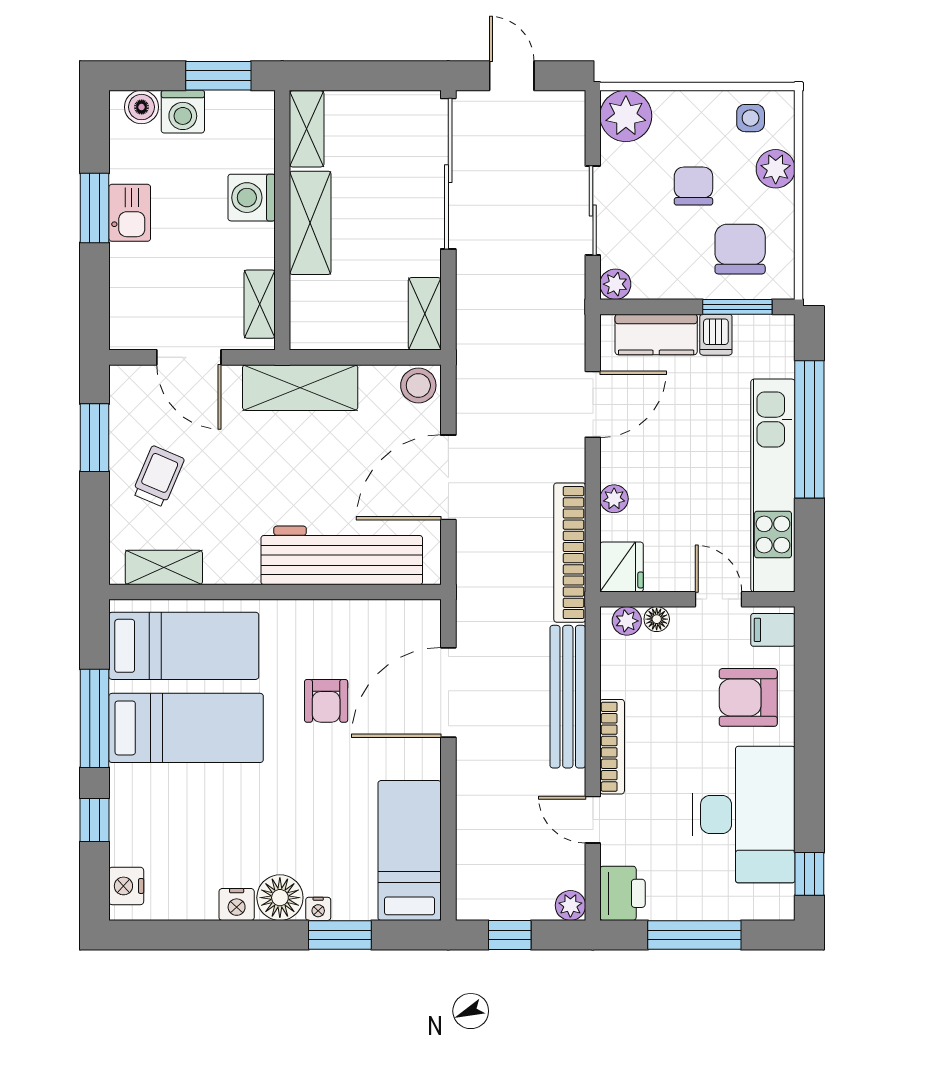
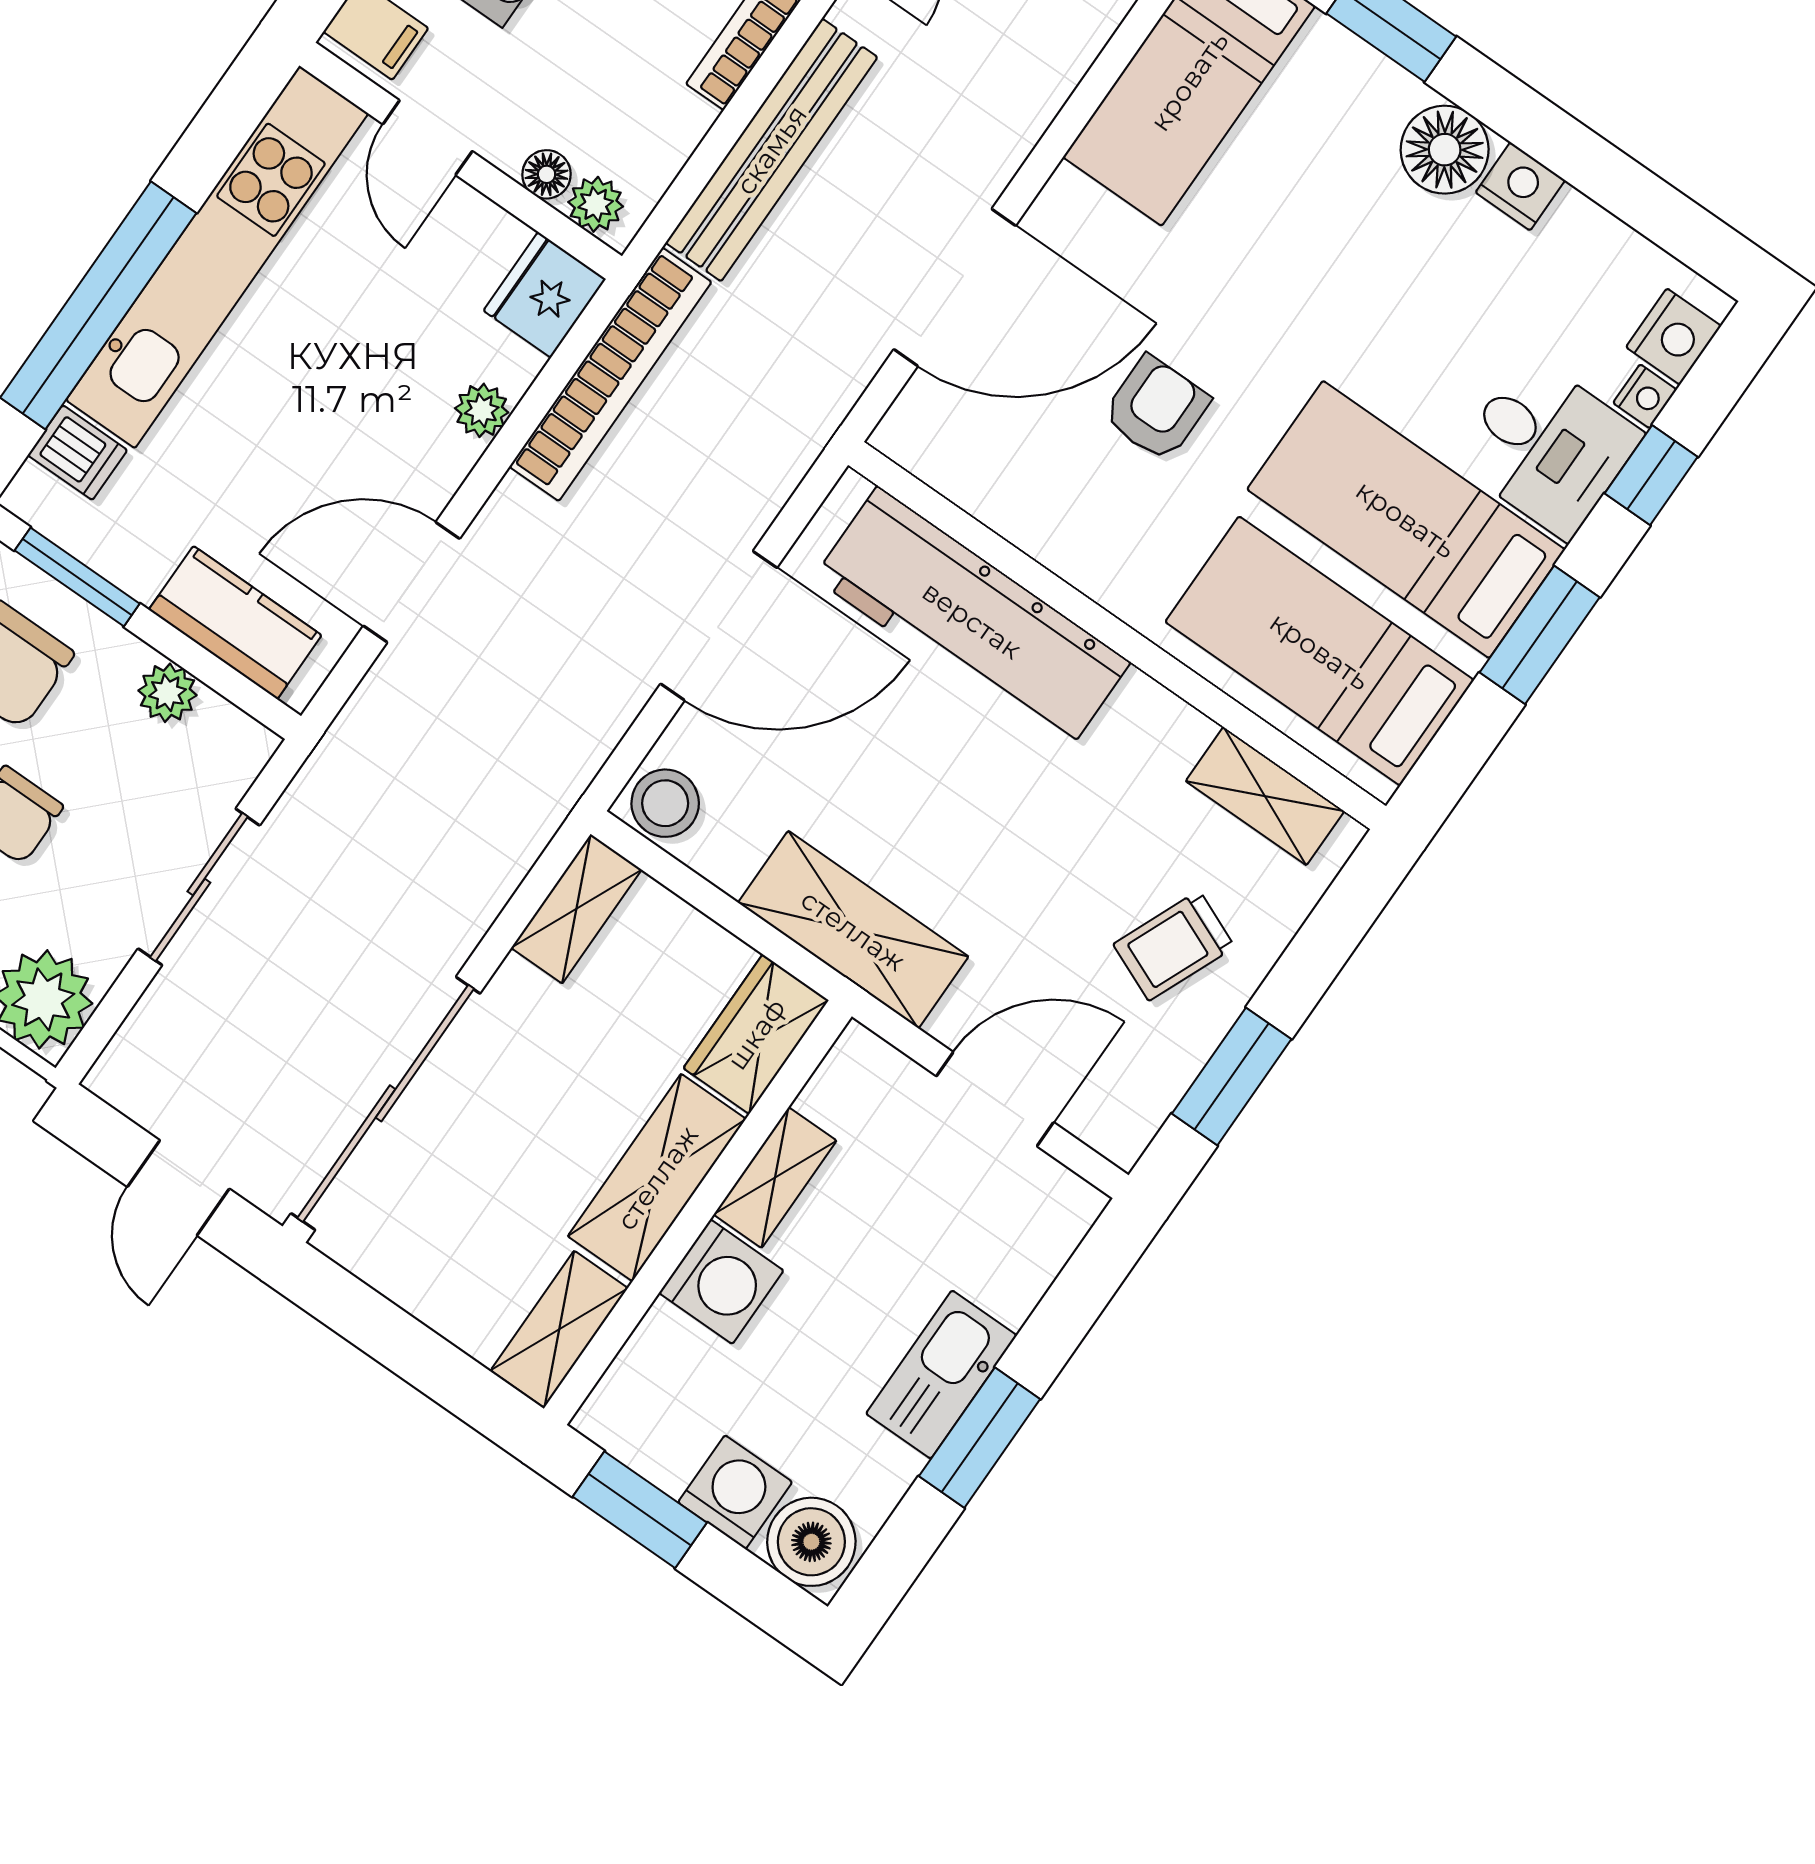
boiler: (142, 107) -> (811, 1542), width x1.36, depth x1.36
kitchen sink: (130, 213) -> (941, 1375), width x1.38
plant: (615, 284) -> (167, 693), moved
shelving: (260, 304) -> (775, 1178), moved
wardrobe: (311, 314) -> (756, 1034), added
dishwasher: (716, 335) -> (77, 453), moved, turned 90
door: (189, 357) -> (995, 1099), hinge flipped
window: (95, 718) -> (1540, 635), width x0.69
desk: (147, 801) -> (1547, 447), added
nightstand: (318, 909) -> (1645, 396), moved, turned 90

